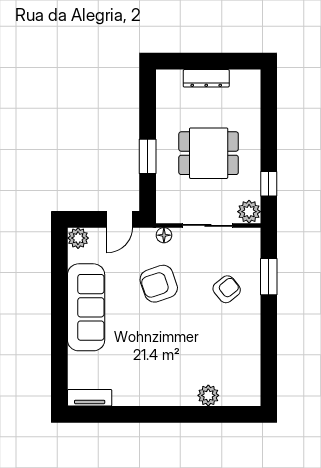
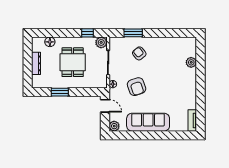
floor lamp: (250, 107) -> (50, 42), added
window: (148, 156) -> (60, 92), moved

